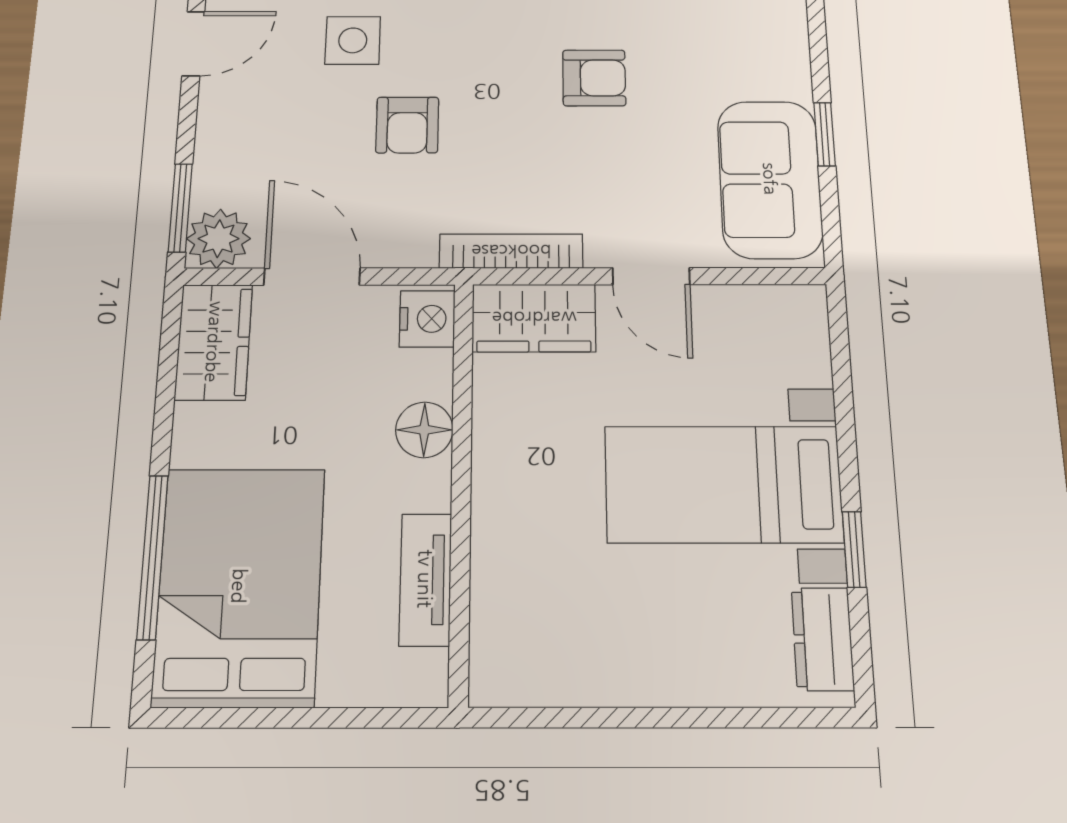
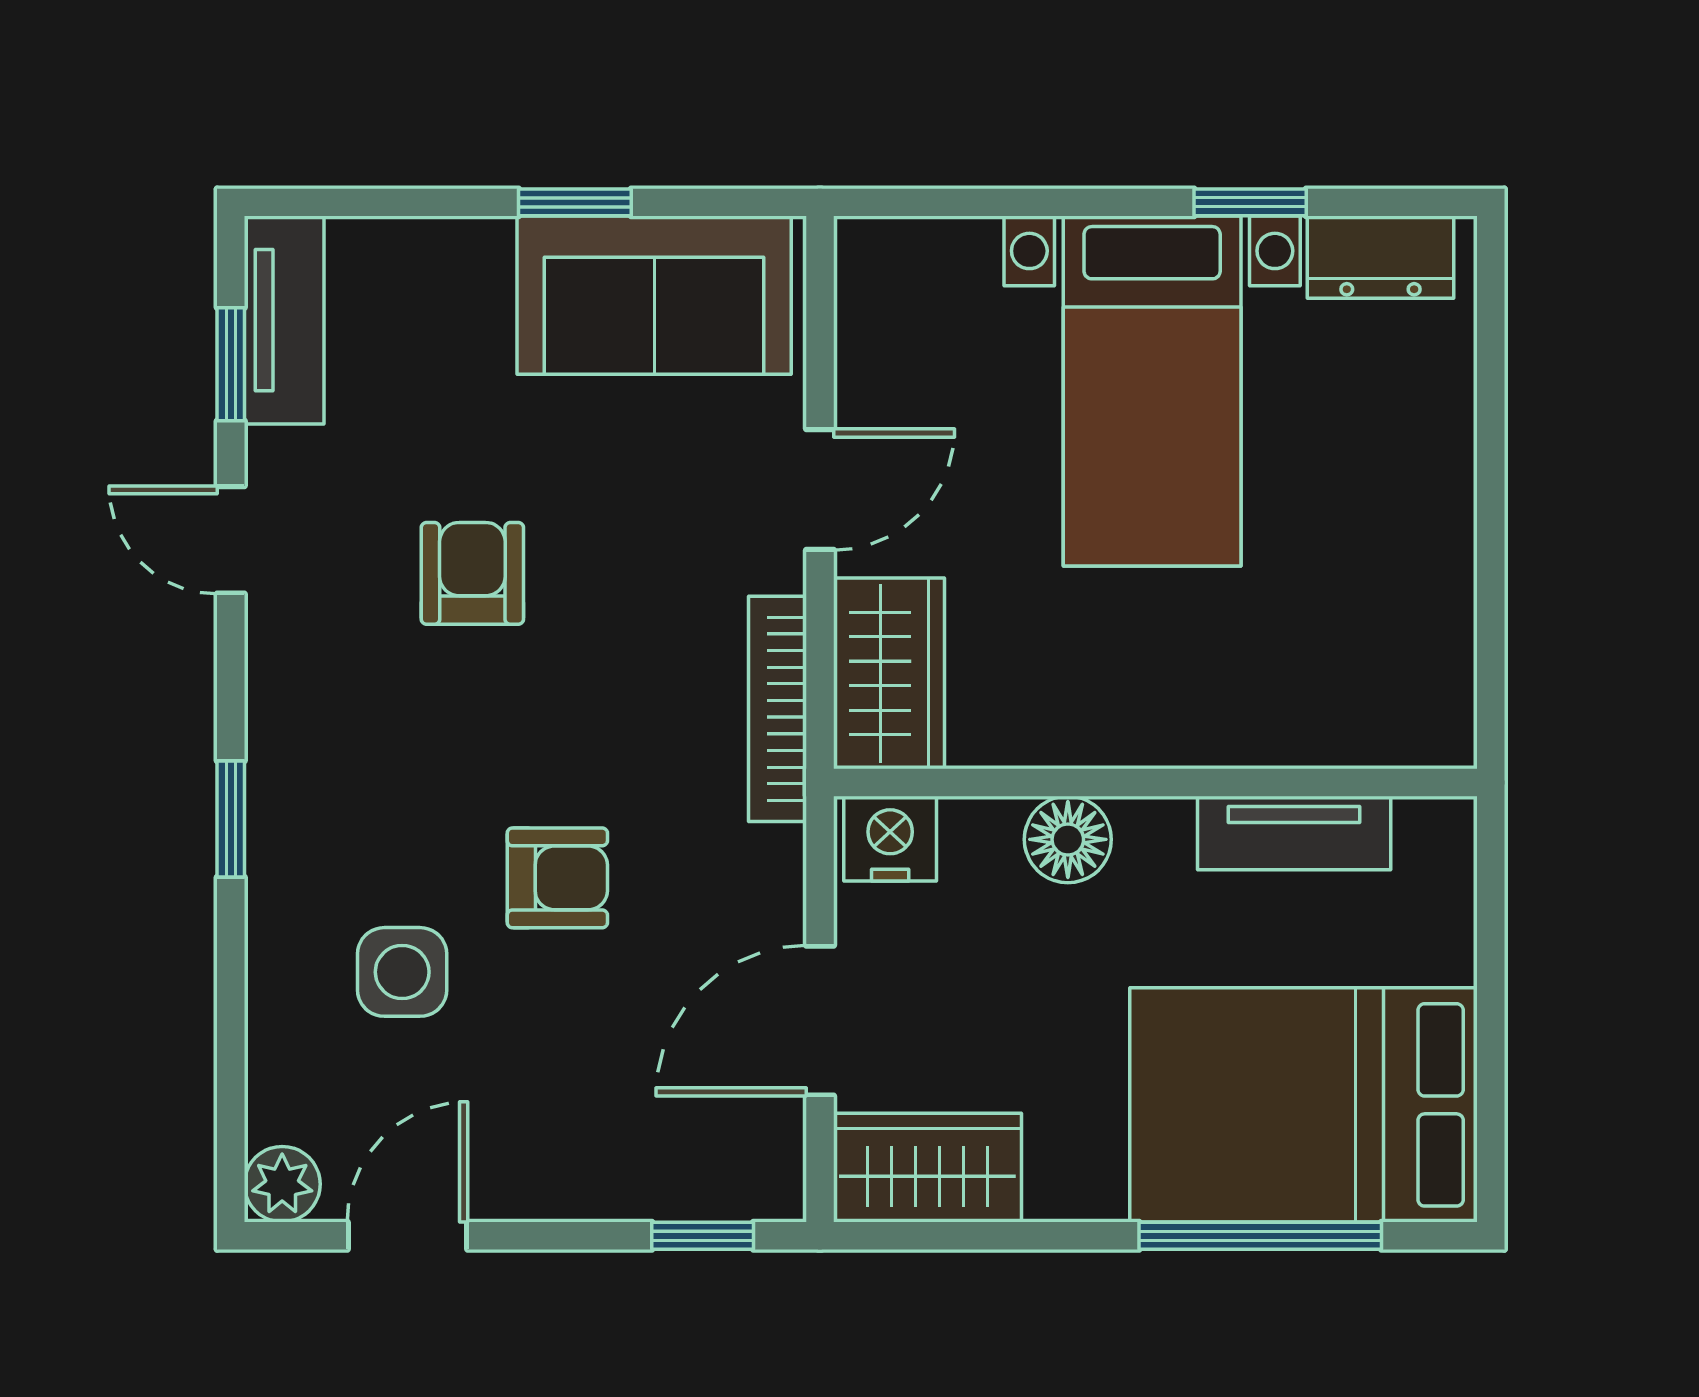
door: (193, 44) -> (407, 1236), hinge flipped
window: (180, 208) -> (703, 1236), width x0.67
plant: (218, 239) -> (756, 1171), removed

